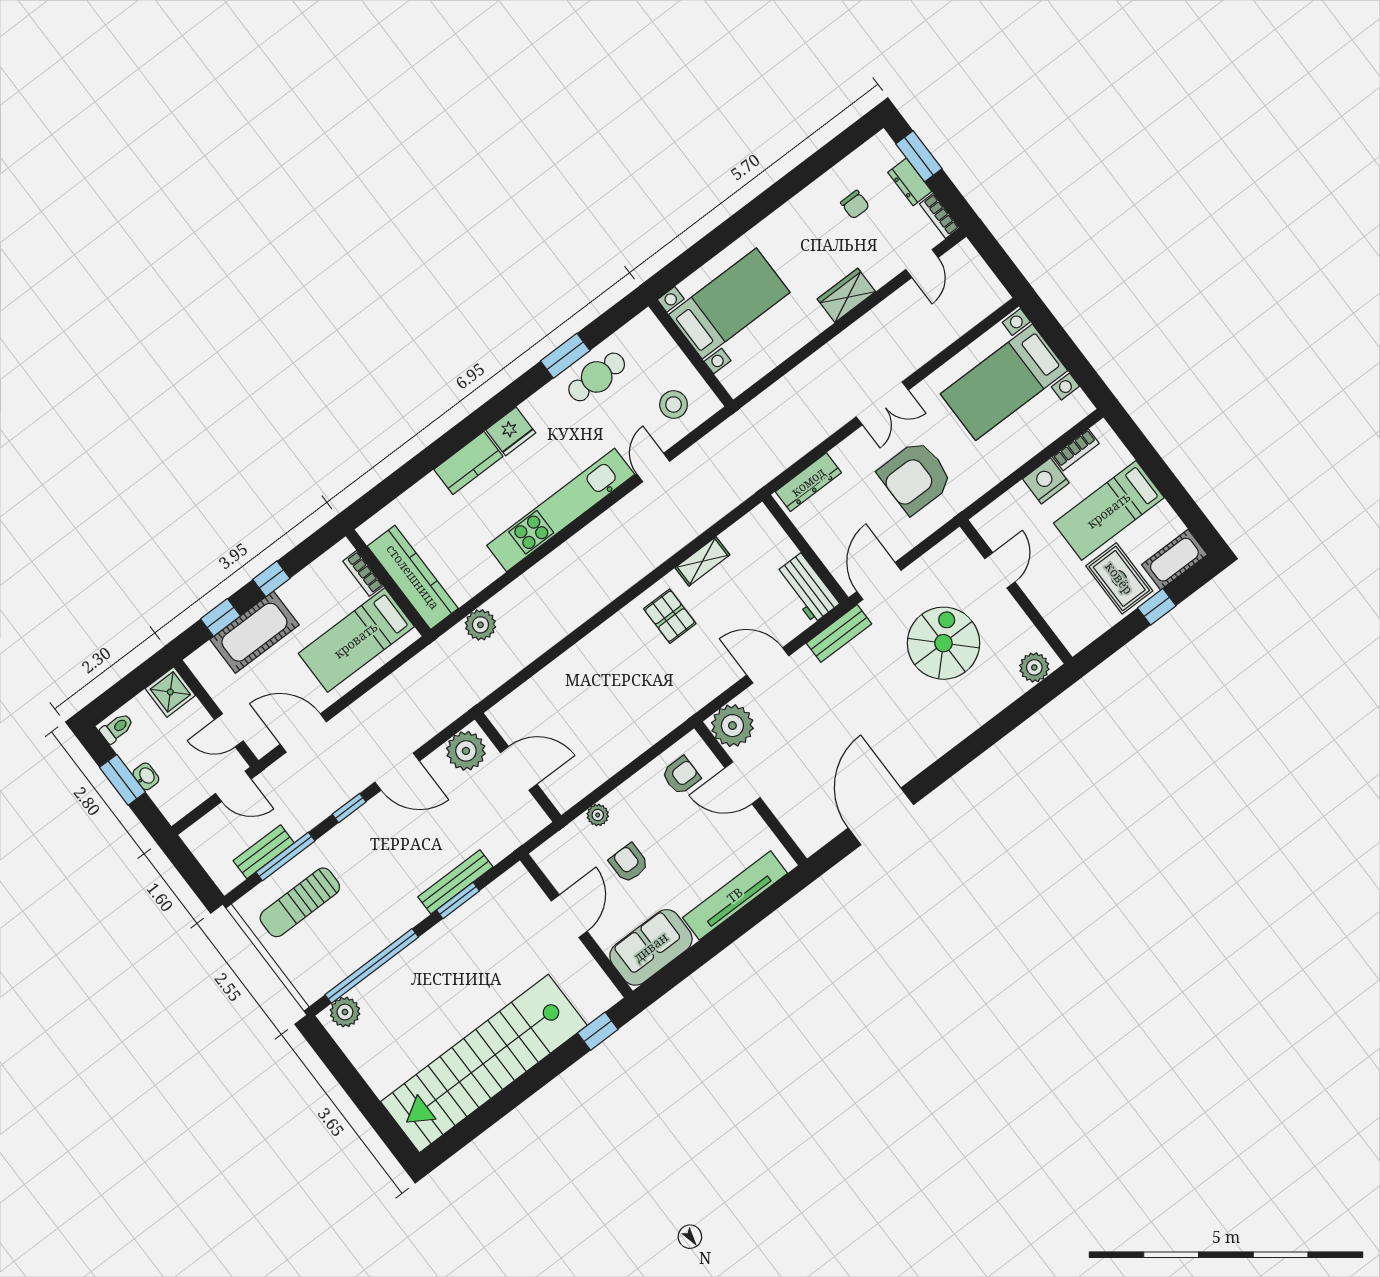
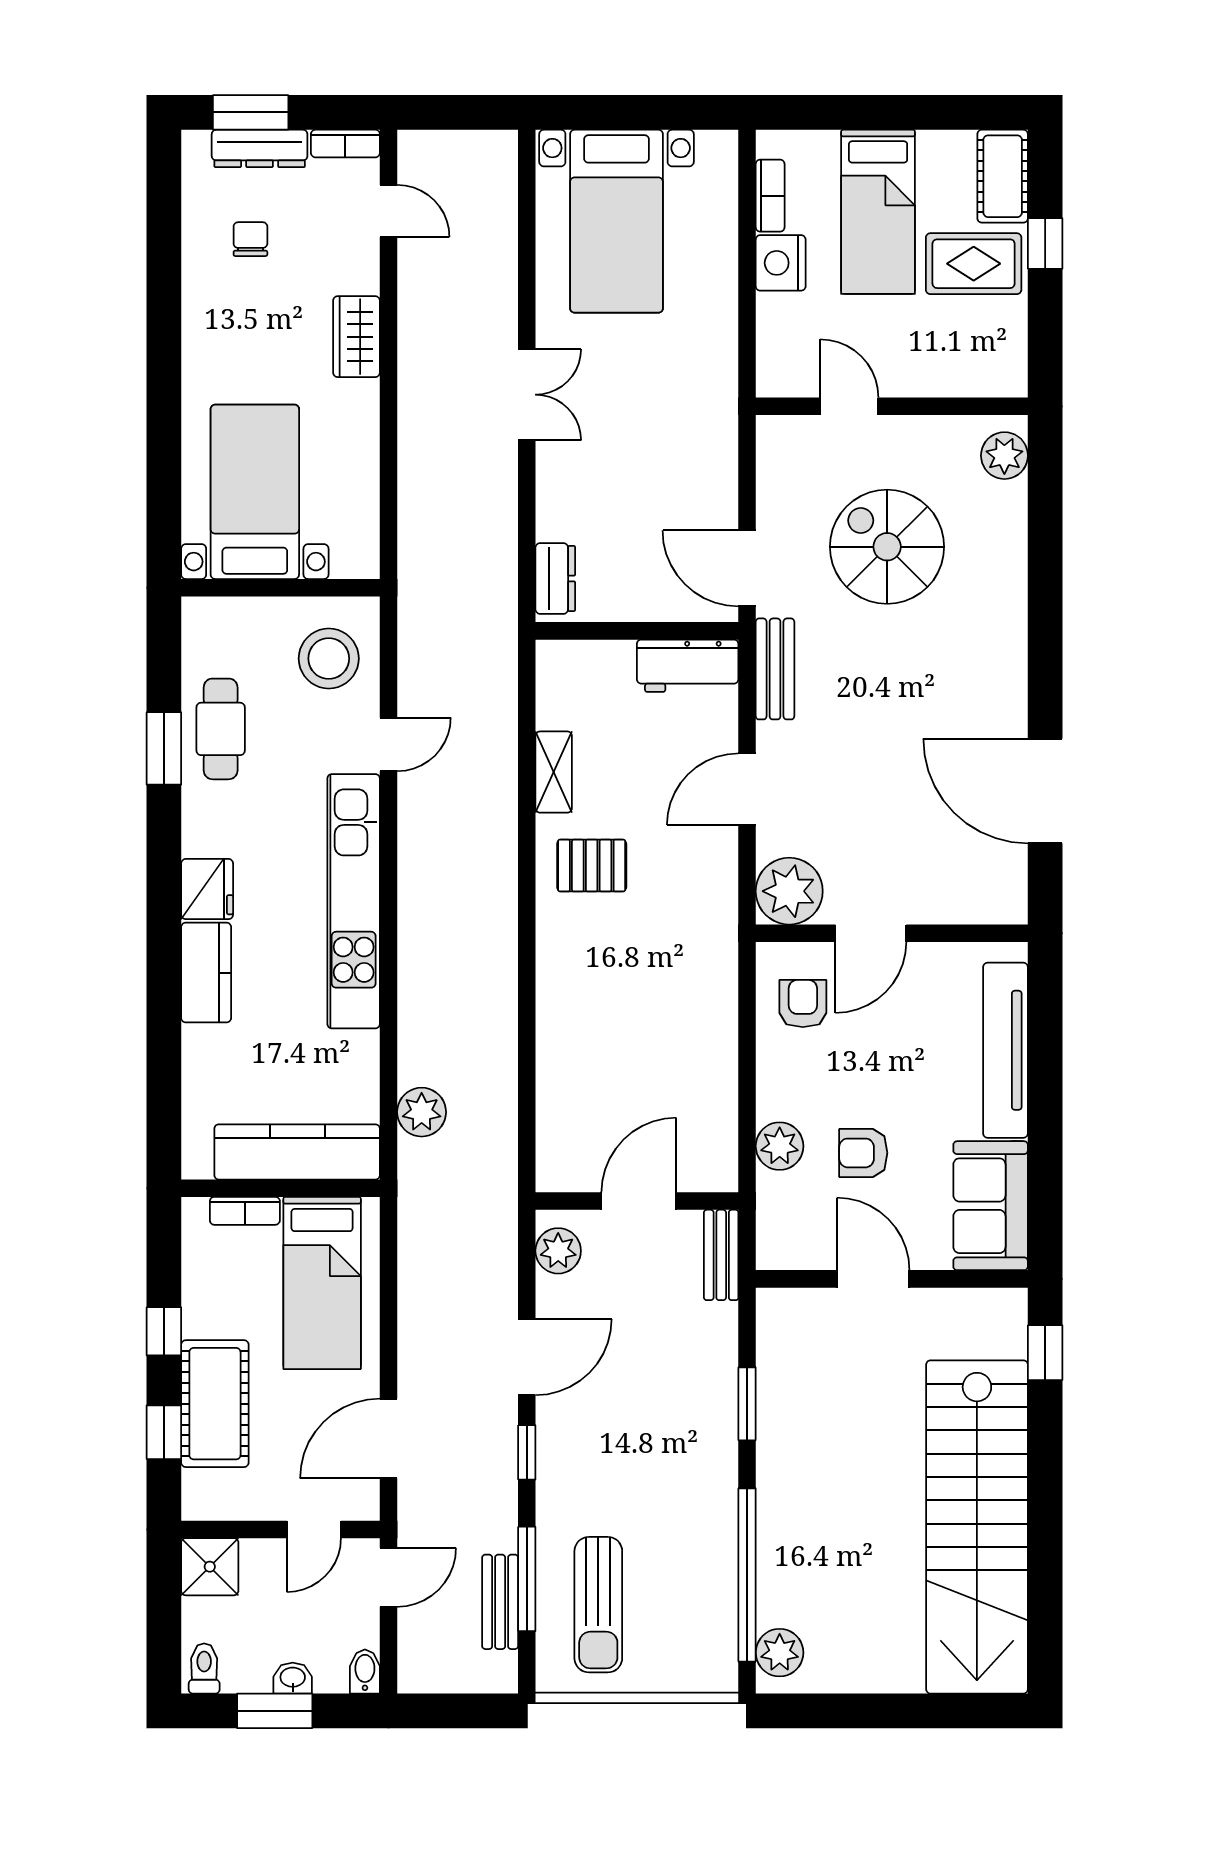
dresser: (910, 182) -> (260, 148), width x1.44
chair: (855, 205) -> (250, 239), turned -90
stool: (674, 405) -> (329, 659), width x1.38, depth x1.38
door: (653, 468) -> (389, 744), swing flipped
armchair: (915, 477) -> (651, 423), removed
dresser: (808, 482) -> (555, 578), width x0.70
plant: (466, 751) -> (558, 1251), width x0.73, depth x0.73
bidet: (177, 810) -> (365, 1672), added
plant: (598, 815) -> (780, 1146), width x1.38, depth x1.38
bench: (455, 882) -> (721, 1255), moved, width x0.73

